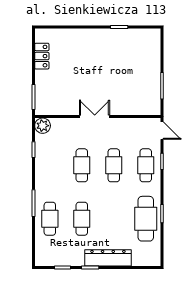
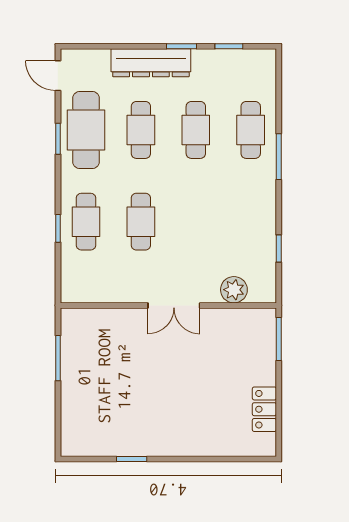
plant: (43, 126) -> (234, 290), moved
door: (162, 131) -> (58, 76), moved
cafe table: (82, 165) -> (141, 130), moved

